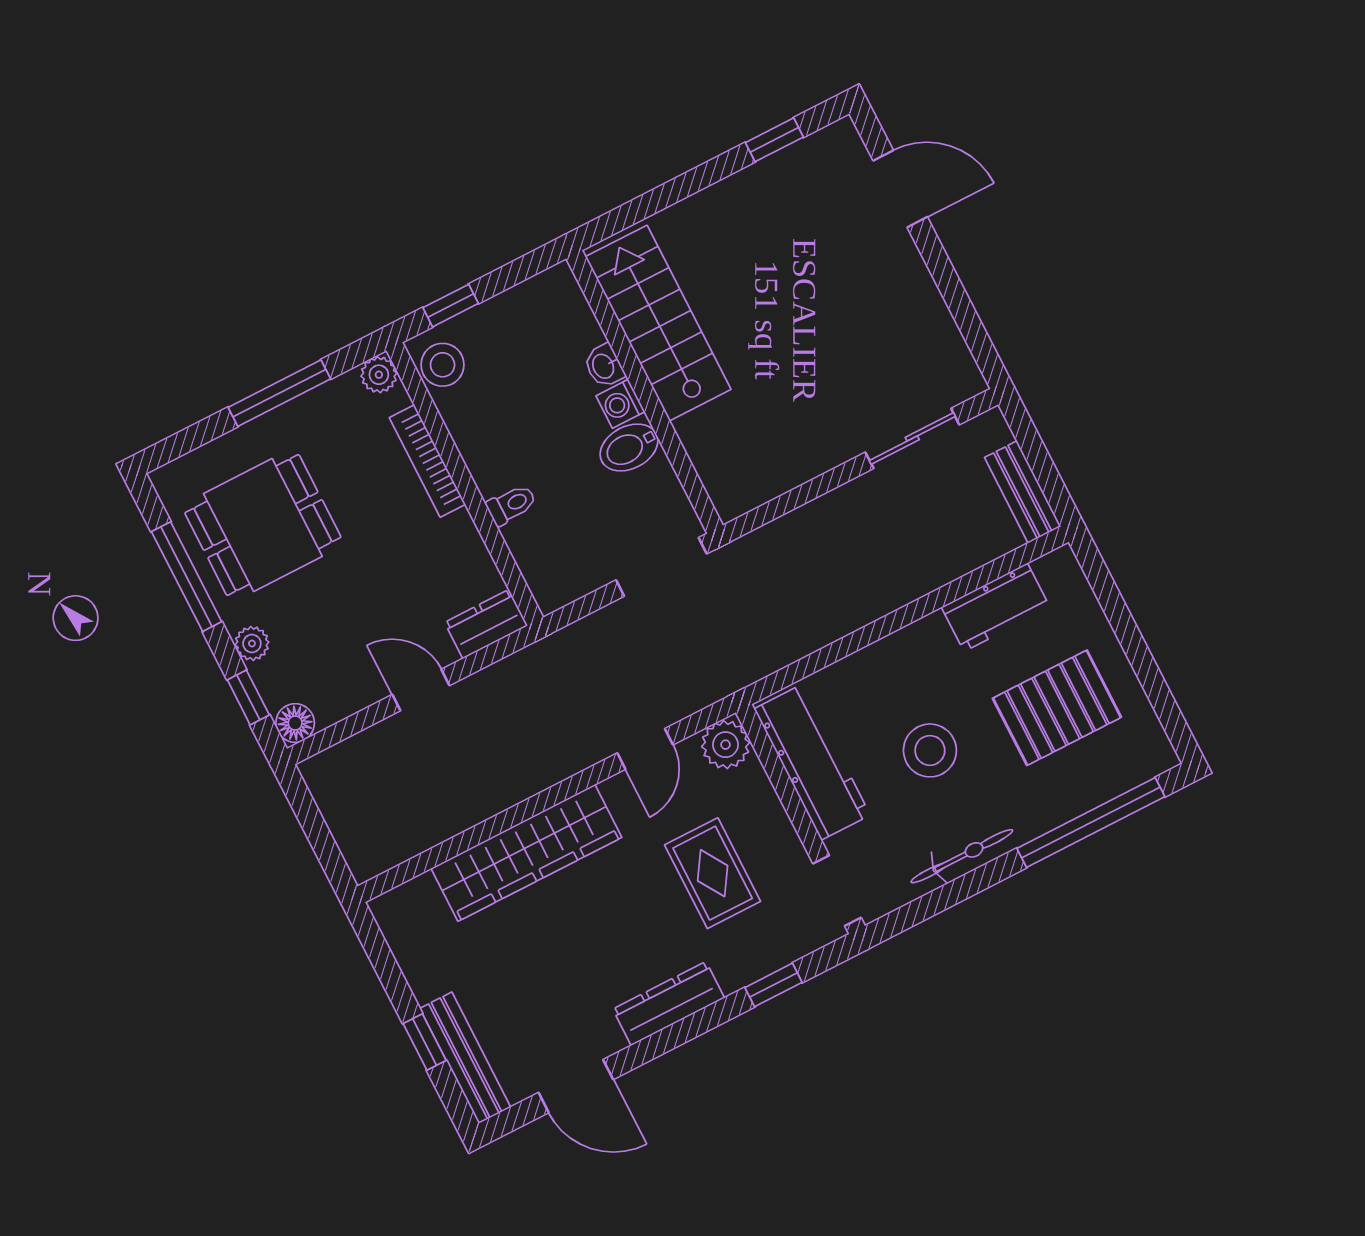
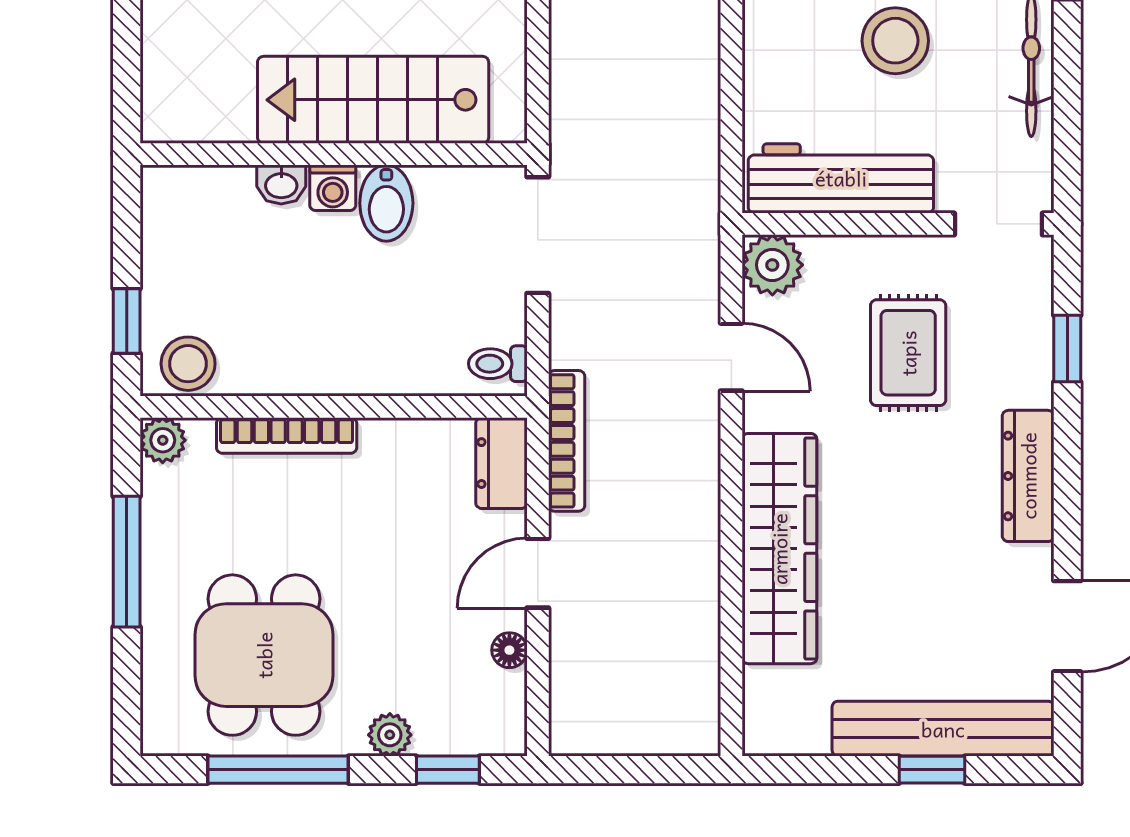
stairs: (658, 323) -> (373, 100), moved
toilet: (511, 505) -> (498, 364), moved, turned -90
bookcase: (525, 662) -> (567, 441), added
floor lamp: (295, 723) -> (509, 650), moved, width x0.73, depth x0.73
rug: (713, 873) -> (908, 353), turned 90
bench: (465, 1058) -> (943, 729), width x1.37, depth x1.21

